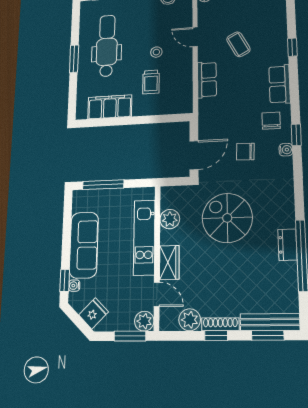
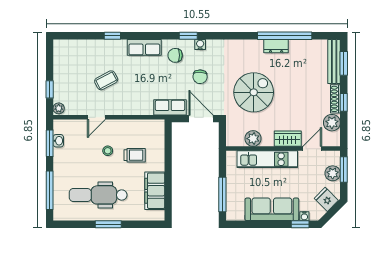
row of seats: (207, 80) -> (170, 107), moved
spiral stairs: (227, 218) -> (254, 92), turned 180
plant: (144, 321) -> (333, 173), moved

